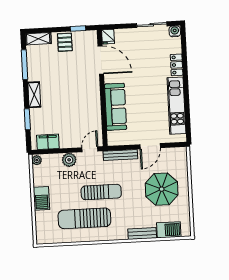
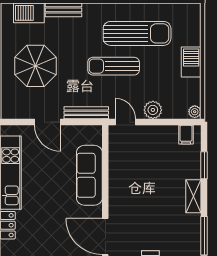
filing cabinet: (48, 142) -> (186, 135), width x0.50
door: (150, 146) -> (47, 122), swing flipped
door: (90, 149) -> (125, 122), swing flipped

